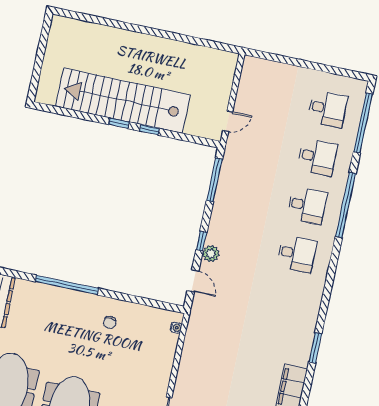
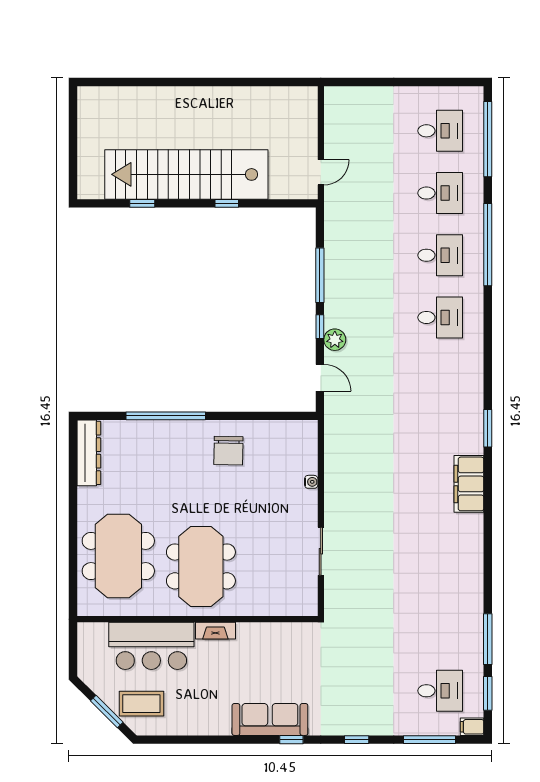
window: (119, 123) -> (142, 203), moved
window: (214, 180) -> (320, 275), moved
chair: (110, 322) -> (228, 451), width x1.87, depth x1.87
water cooler: (176, 328) -> (311, 482), moved

